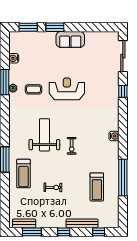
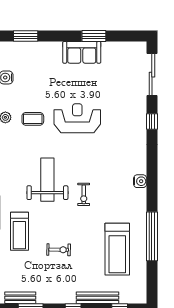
window: (55, 27) -> (94, 36), moved
treadmill: (97, 187) -> (117, 249), width x1.37, depth x1.38

